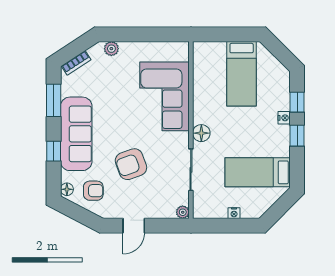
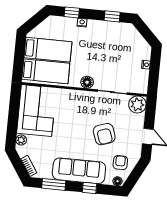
corner sofa: (165, 96) -> (36, 111), moved, turned -90
window: (297, 136) -> (112, 16), moved
bed: (258, 172) -> (46, 71), moved, turned -90
plant: (183, 212) -> (137, 104), width x1.88, depth x1.88

